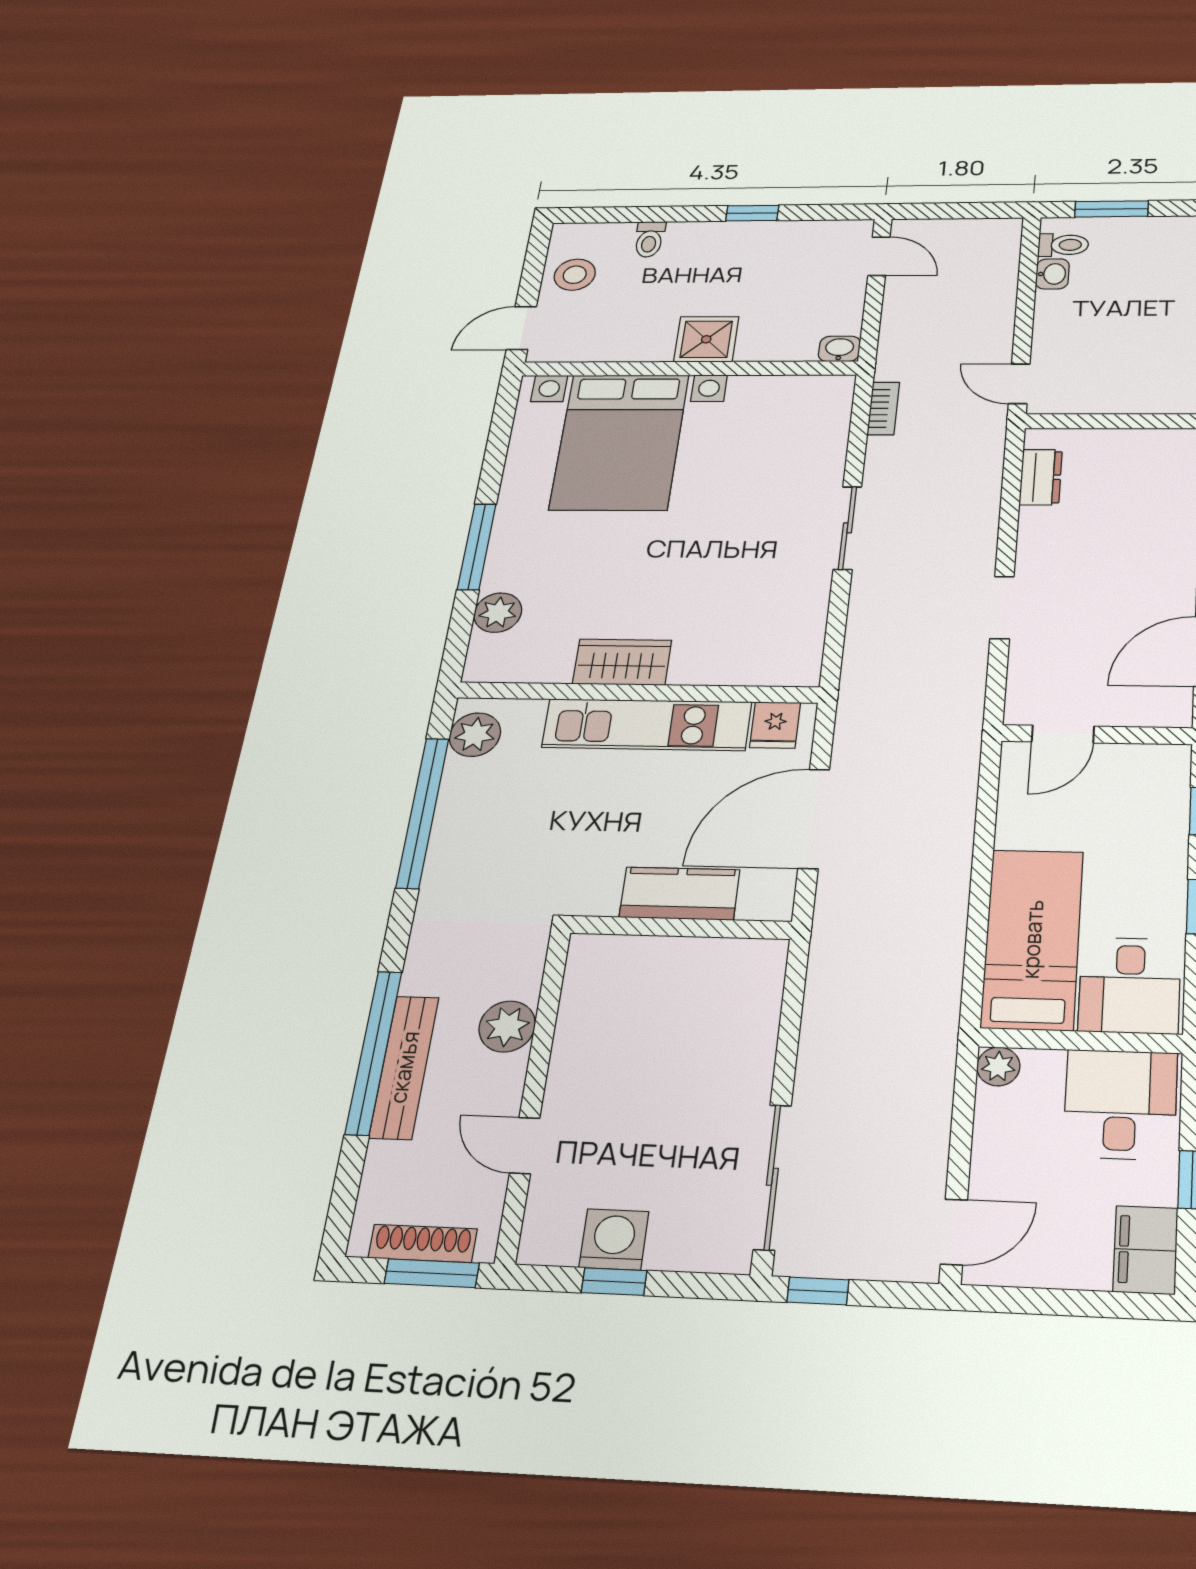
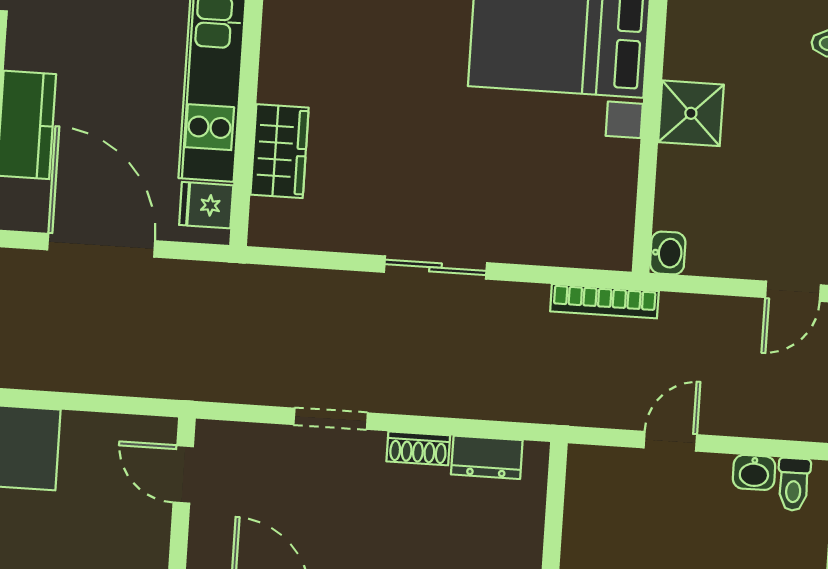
door: (1019, 384) -> (670, 441), moved
bookcase: (883, 408) -> (604, 301), width x1.56
shoe rack: (1032, 533) -> (418, 448), added
wardrobe: (622, 662) -> (279, 151), moved

